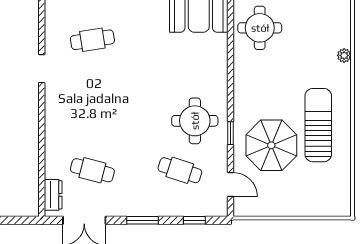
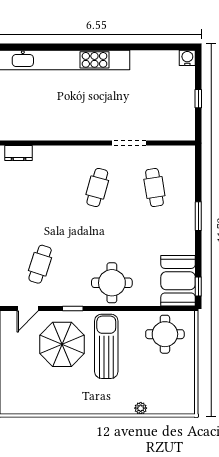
doorway: (42, 69) -> (129, 143), width x1.38
round table: (195, 121) -> (112, 283), moved
sun lounger: (318, 125) -> (106, 346), moved, turned -90
cafe table: (92, 170) -> (97, 187), moved

